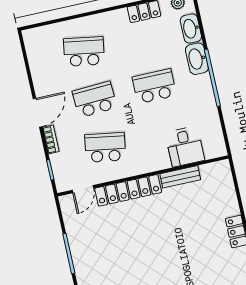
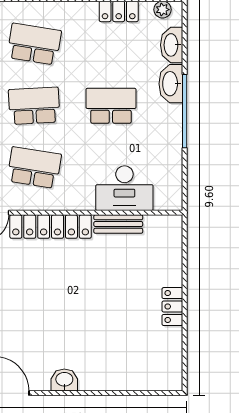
desk: (185, 146) -> (124, 188), width x1.37

